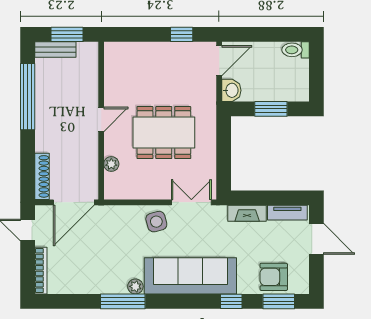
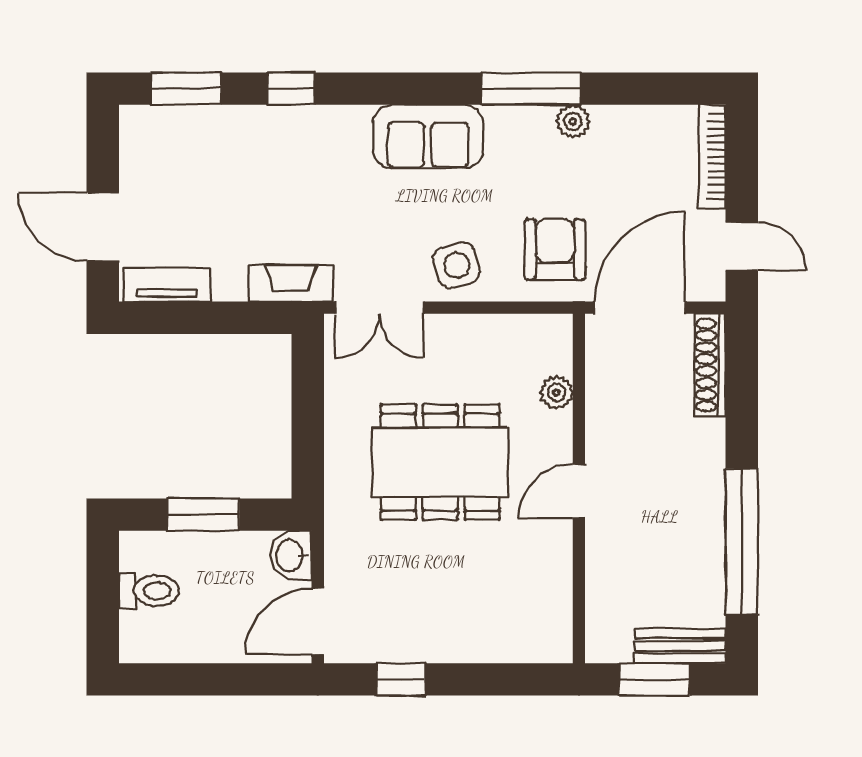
toilet: (296, 50) -> (149, 591), moved
fireplace: (247, 213) -> (291, 284), moved
sofa: (190, 276) -> (428, 136), width x0.54, depth x0.79
armchair: (274, 277) -> (555, 249), moved, turned -90
plant: (135, 286) -> (573, 122), moved

